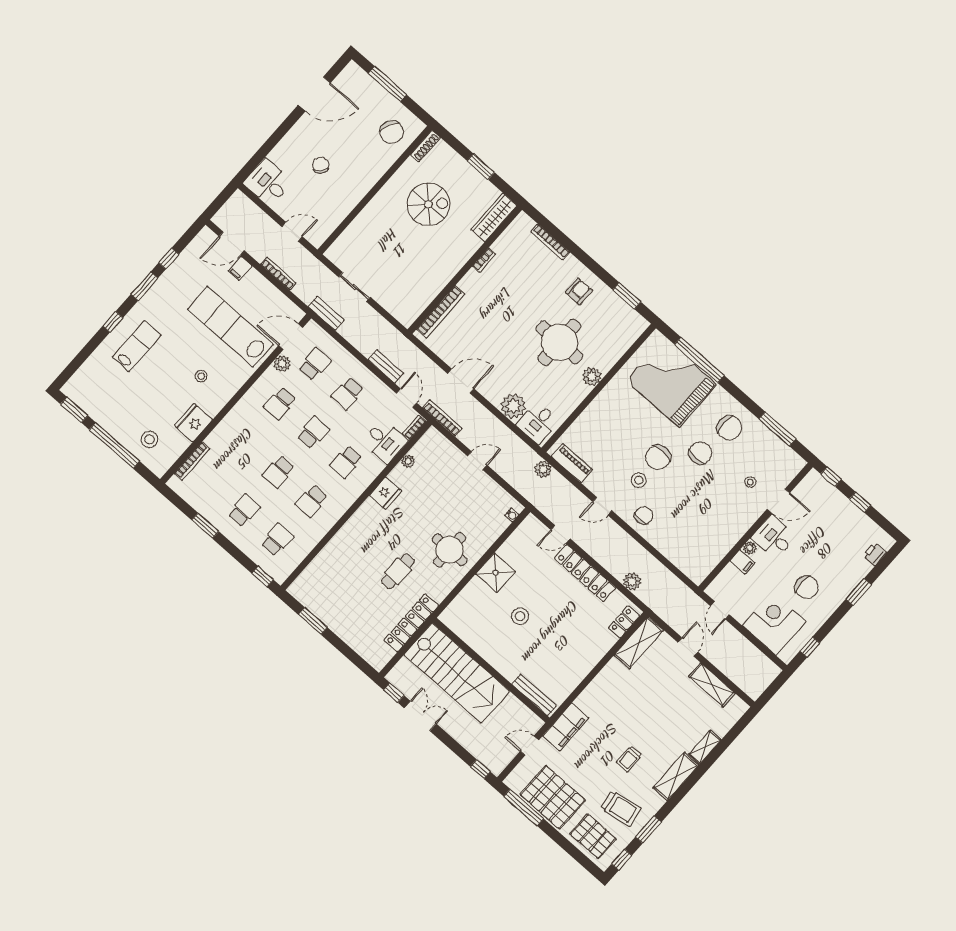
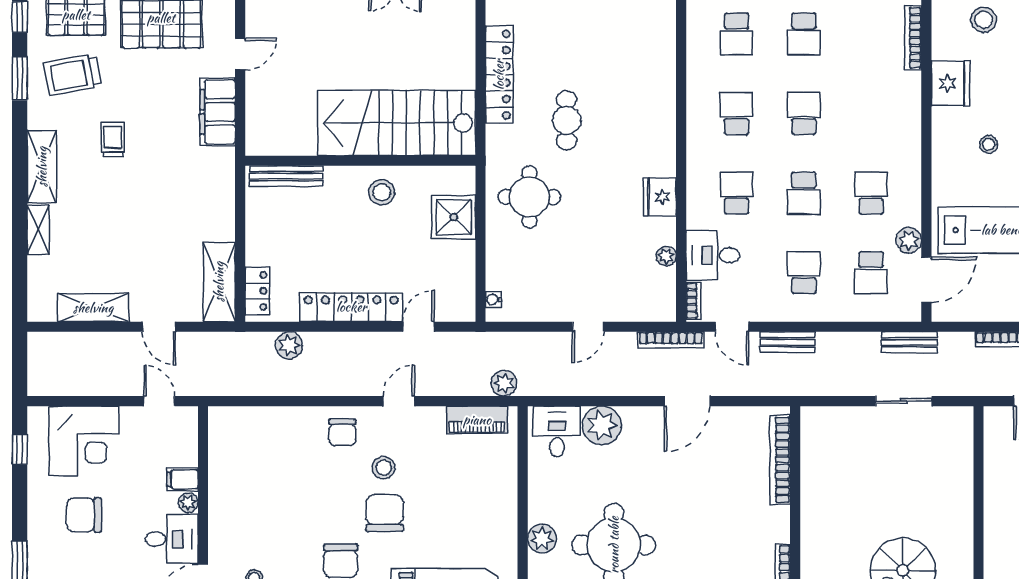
wall: (491, 670) -> (360, 161), moved
stairs: (457, 673) -> (397, 123), moved
bench: (534, 695) -> (286, 176), moved

